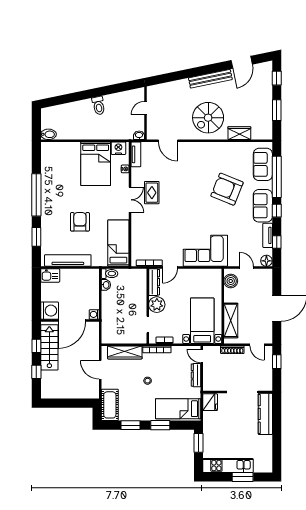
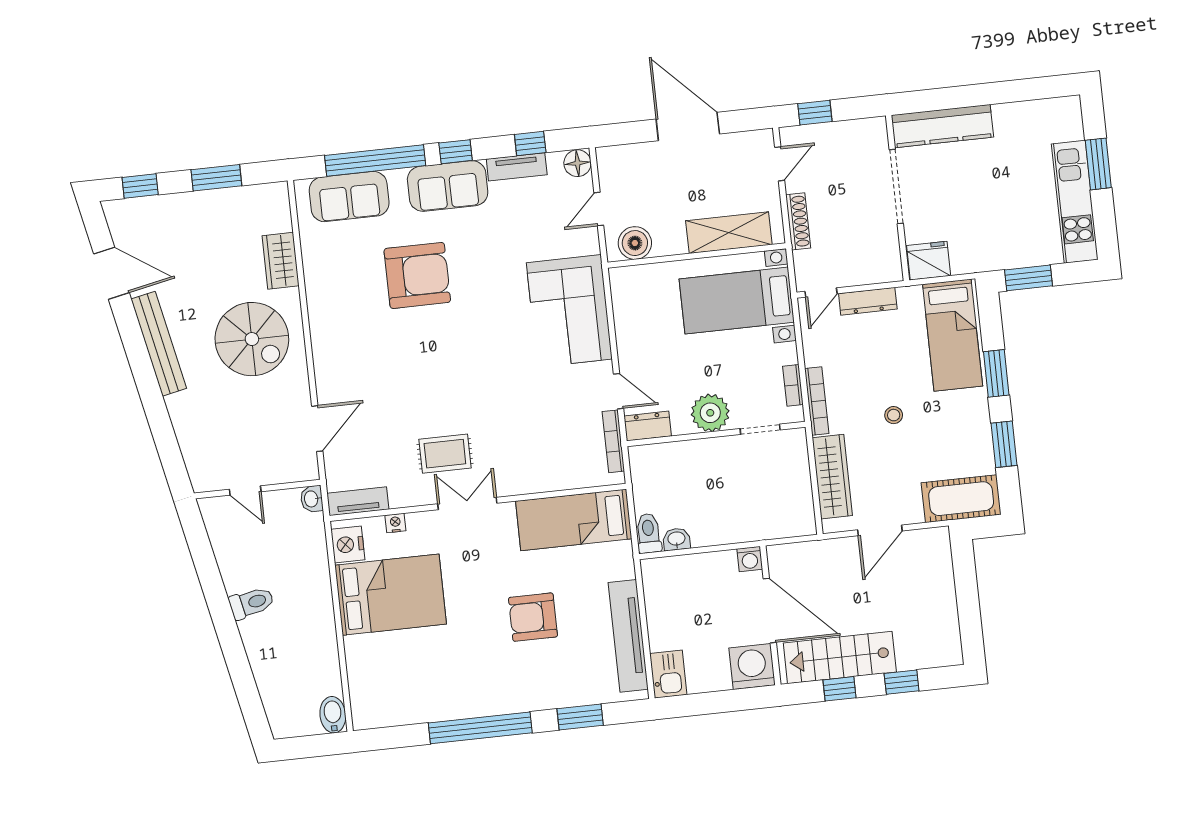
armchair: (227, 189) -> (417, 275), turned -112
dresser: (154, 282) -> (648, 426), width x0.70

